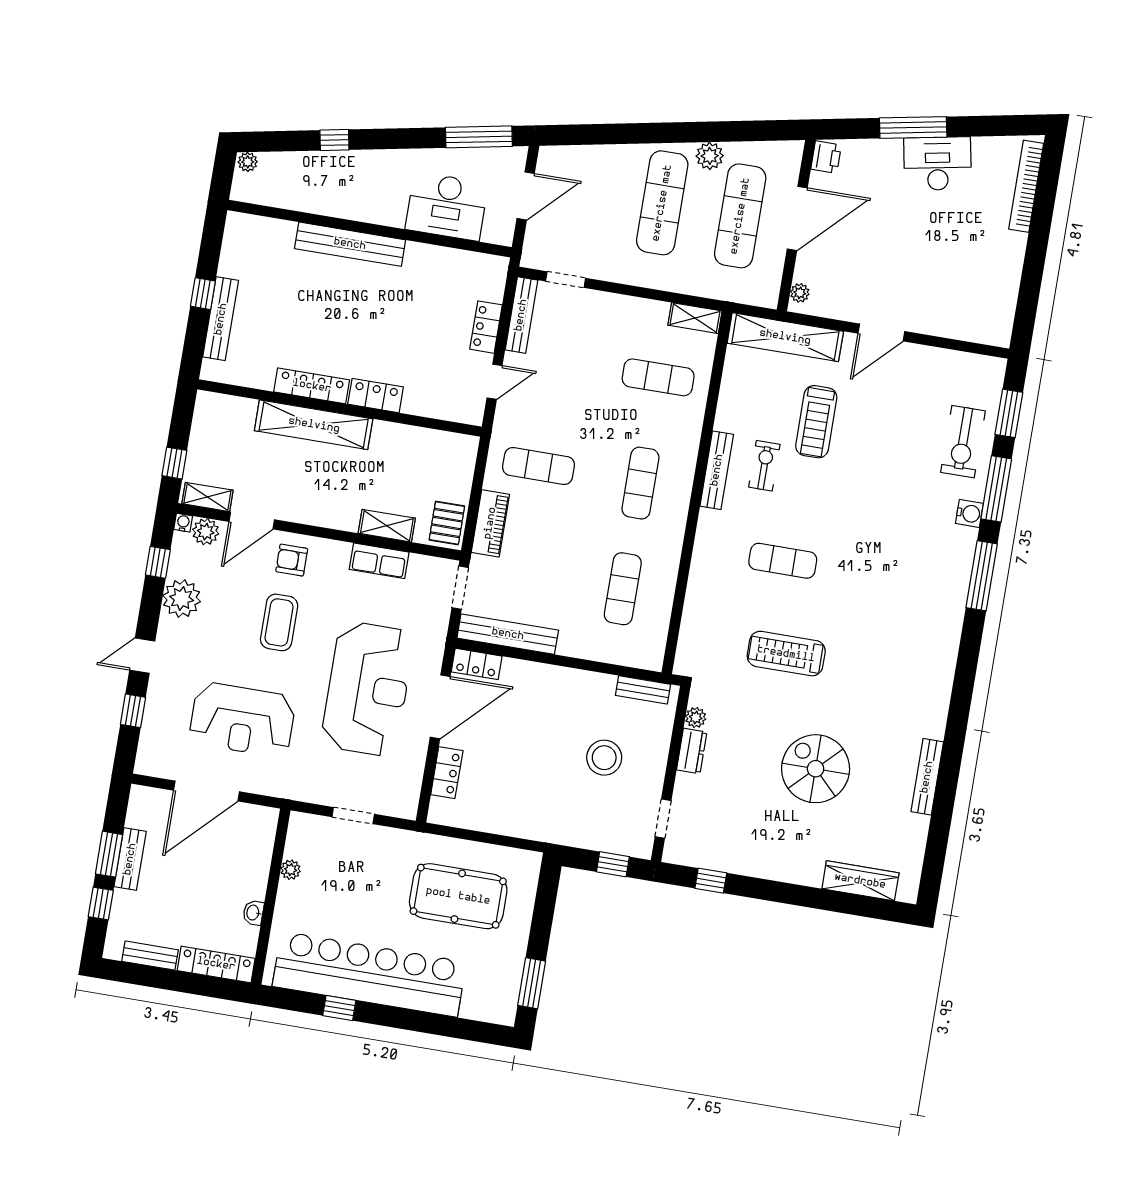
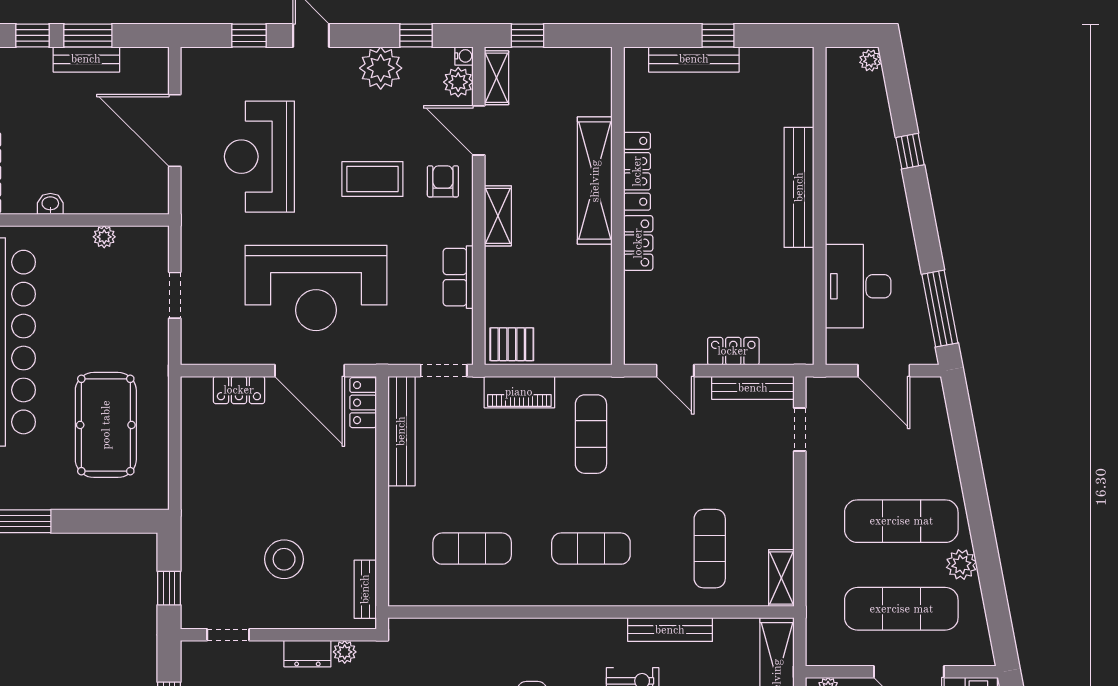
bench: (717, 470) -> (670, 630), moved
shelving: (387, 526) -> (498, 216), moved

